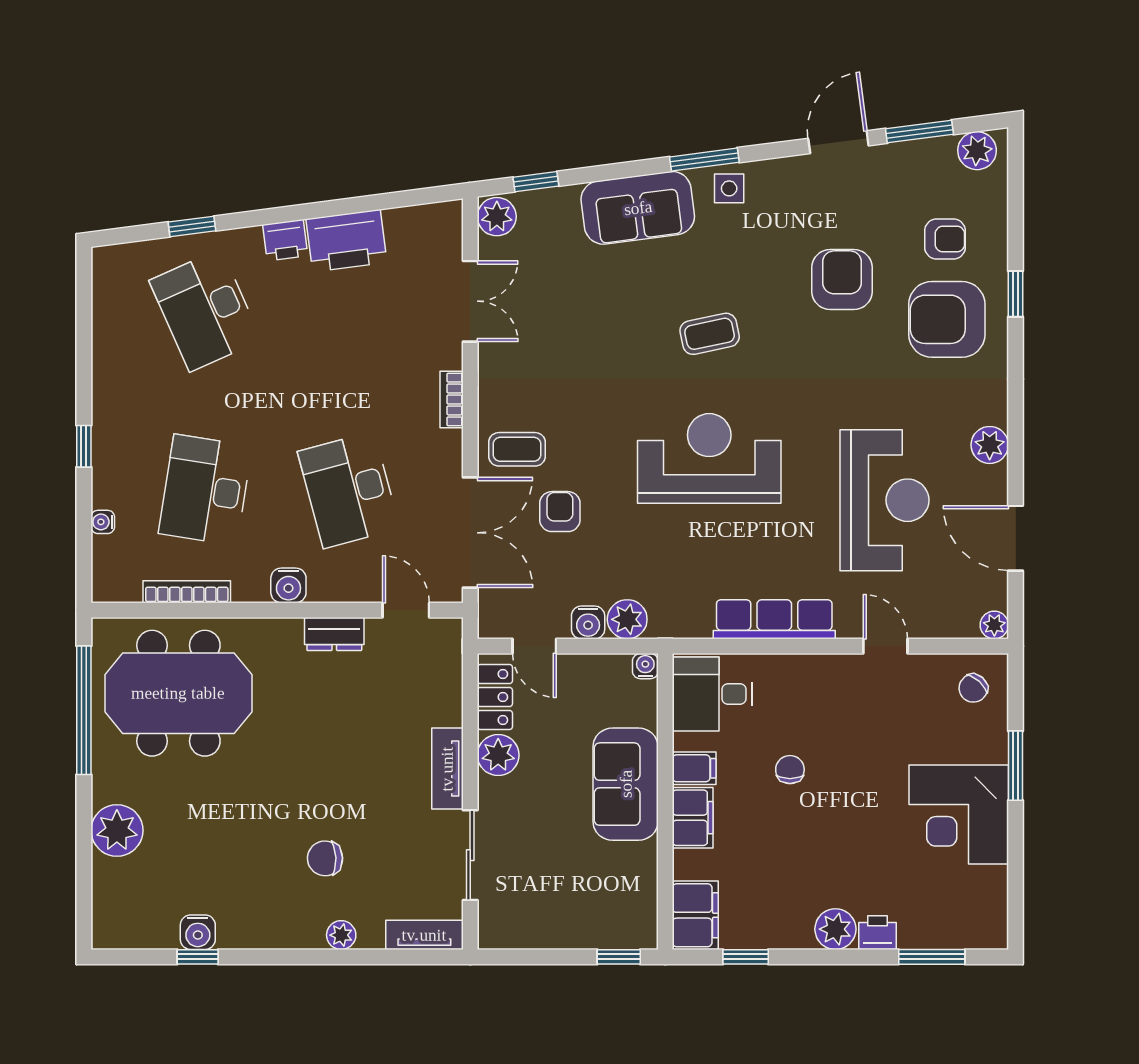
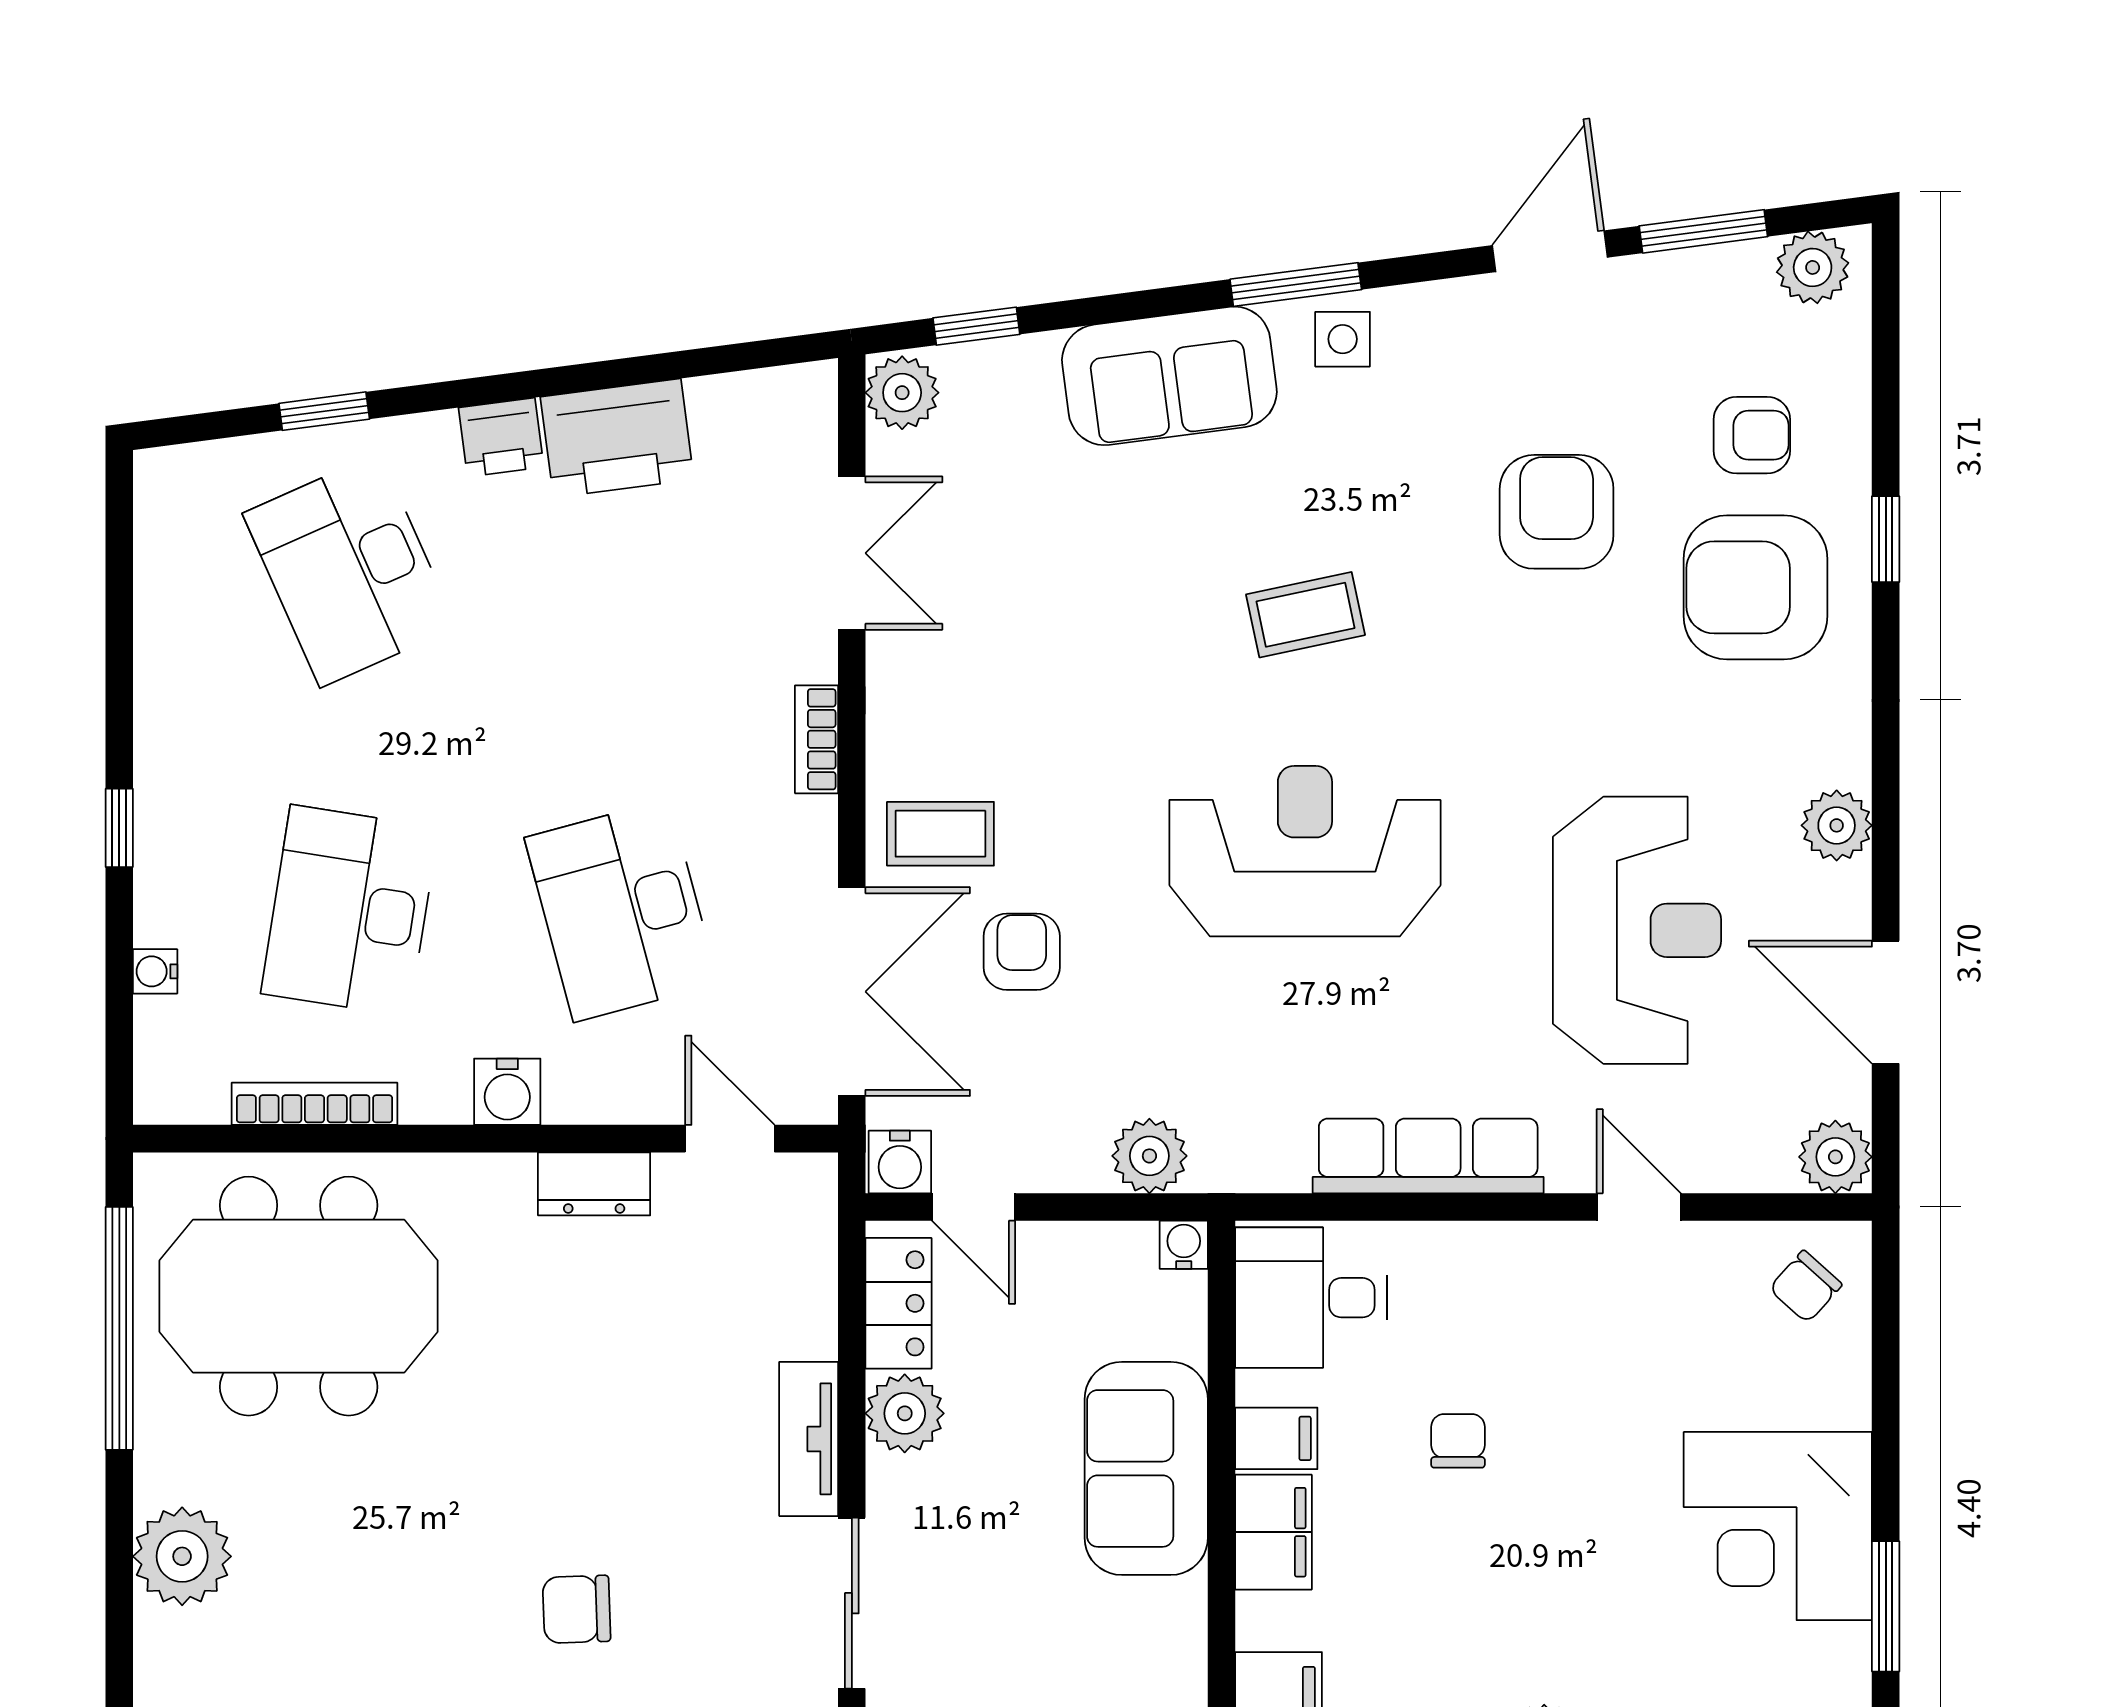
water cooler: (588, 622) -> (900, 1162), moved
plant: (994, 625) -> (1835, 1157), width x1.38, depth x1.38
window: (1016, 766) -> (1886, 1606), moved

